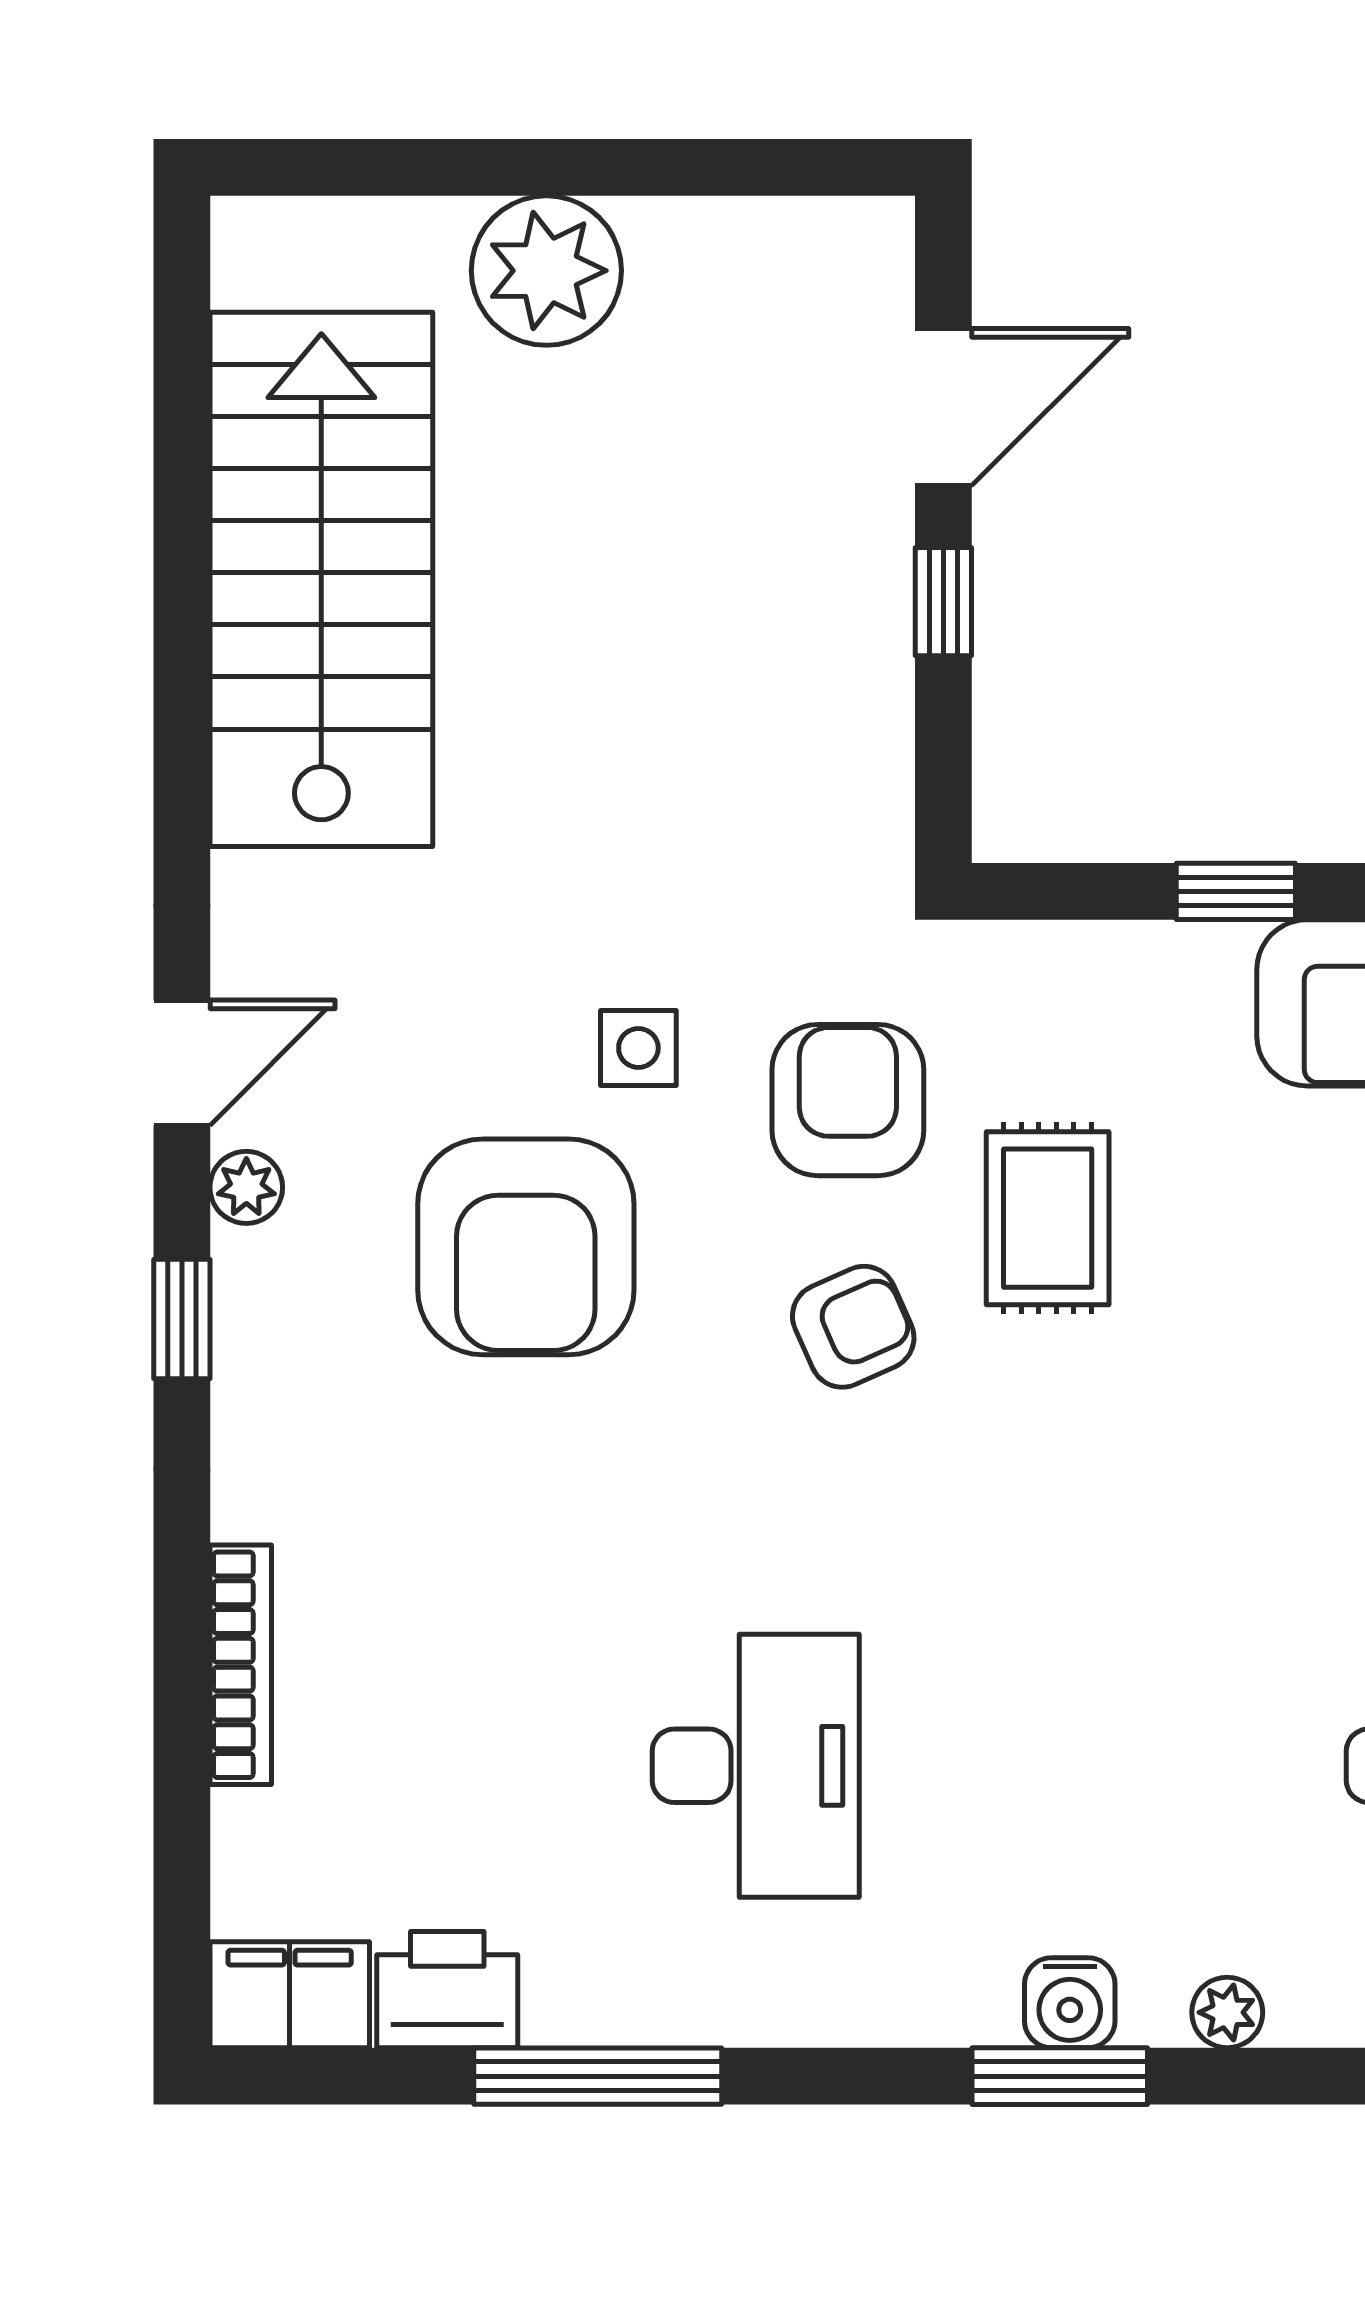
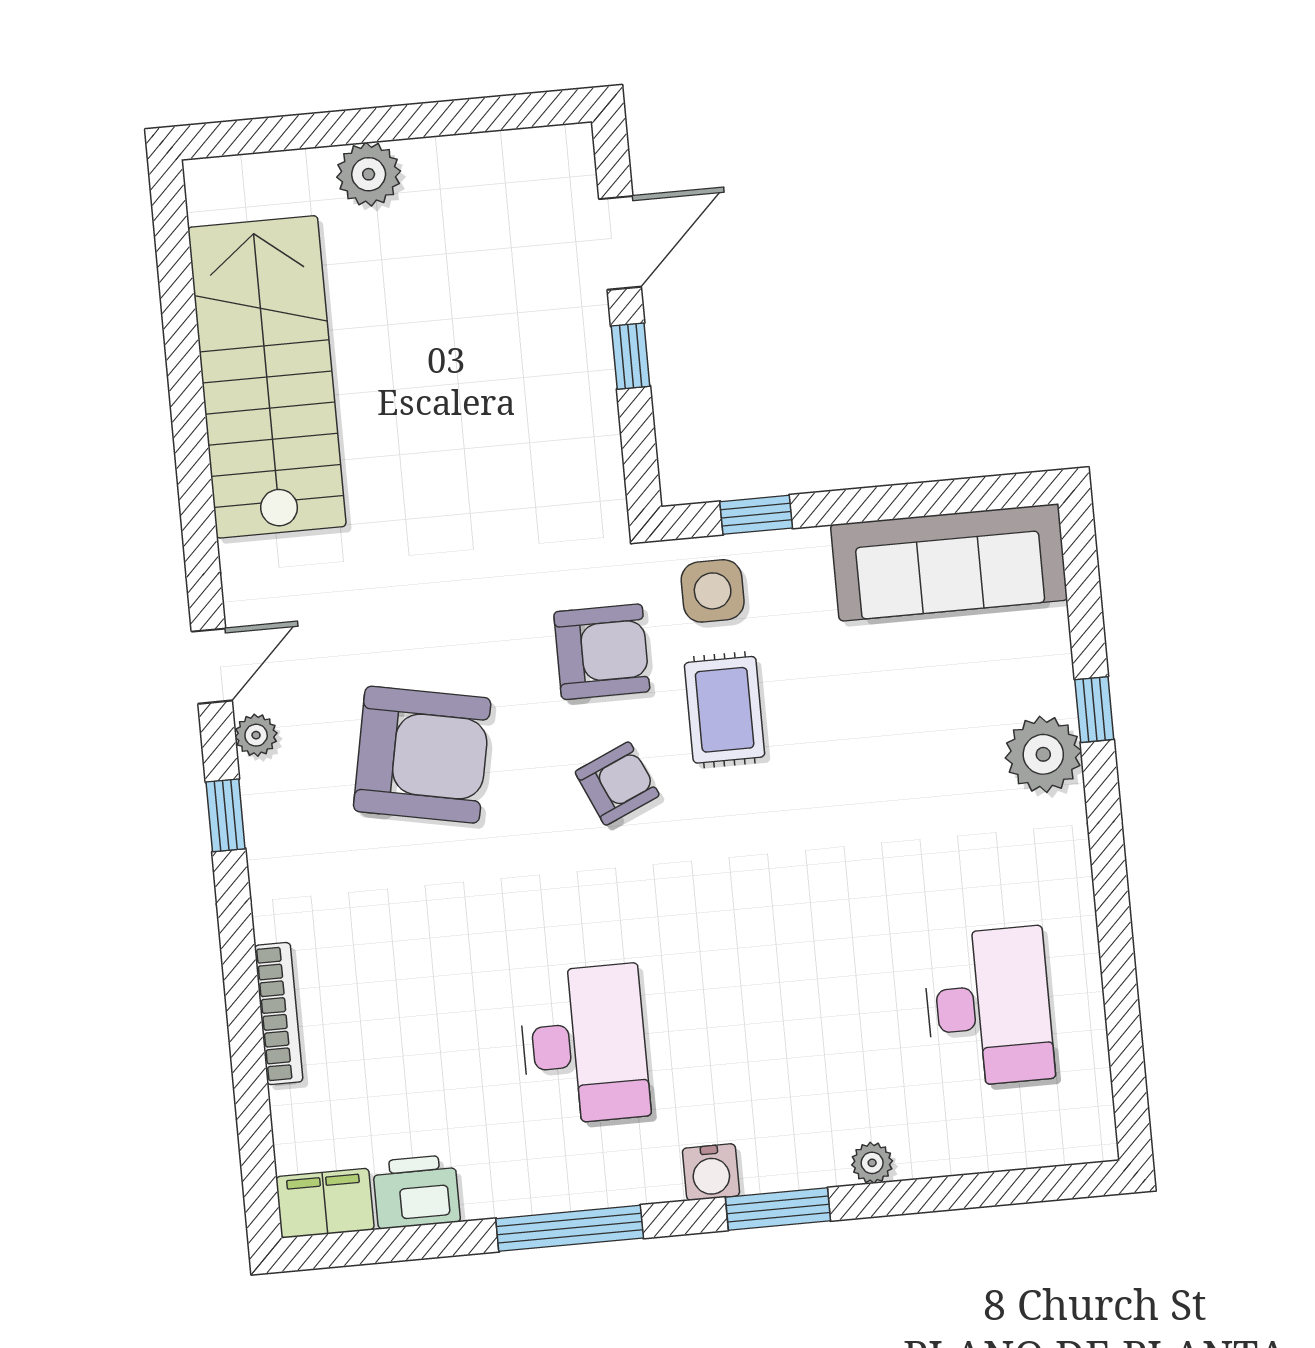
plant: (546, 271) -> (369, 174), width x0.73, depth x0.73
window: (1236, 891) -> (756, 515), moved
side table: (638, 1048) -> (713, 591), moved, width x1.37, depth x1.37
armchair: (848, 1100) -> (602, 652), turned 90
armchair: (526, 1247) -> (422, 755), turned -79
water cooler: (1070, 2003) -> (711, 1172), moved
window: (598, 2076) -> (570, 1228), moved

